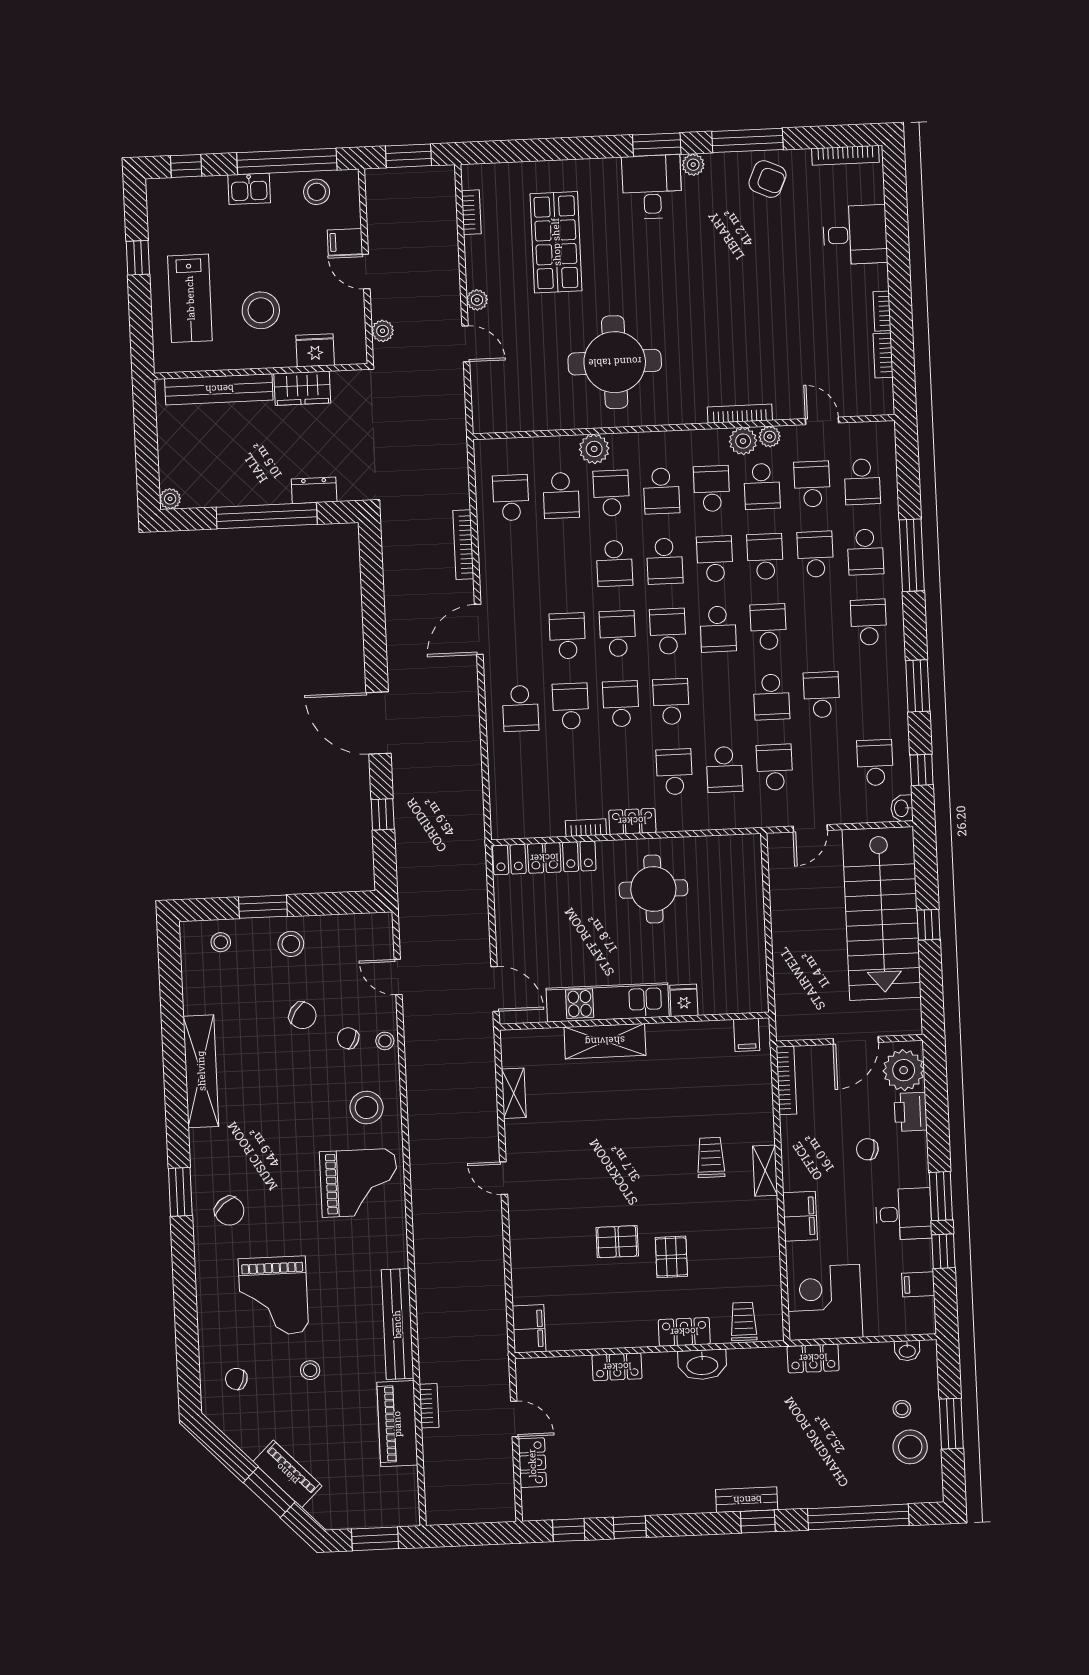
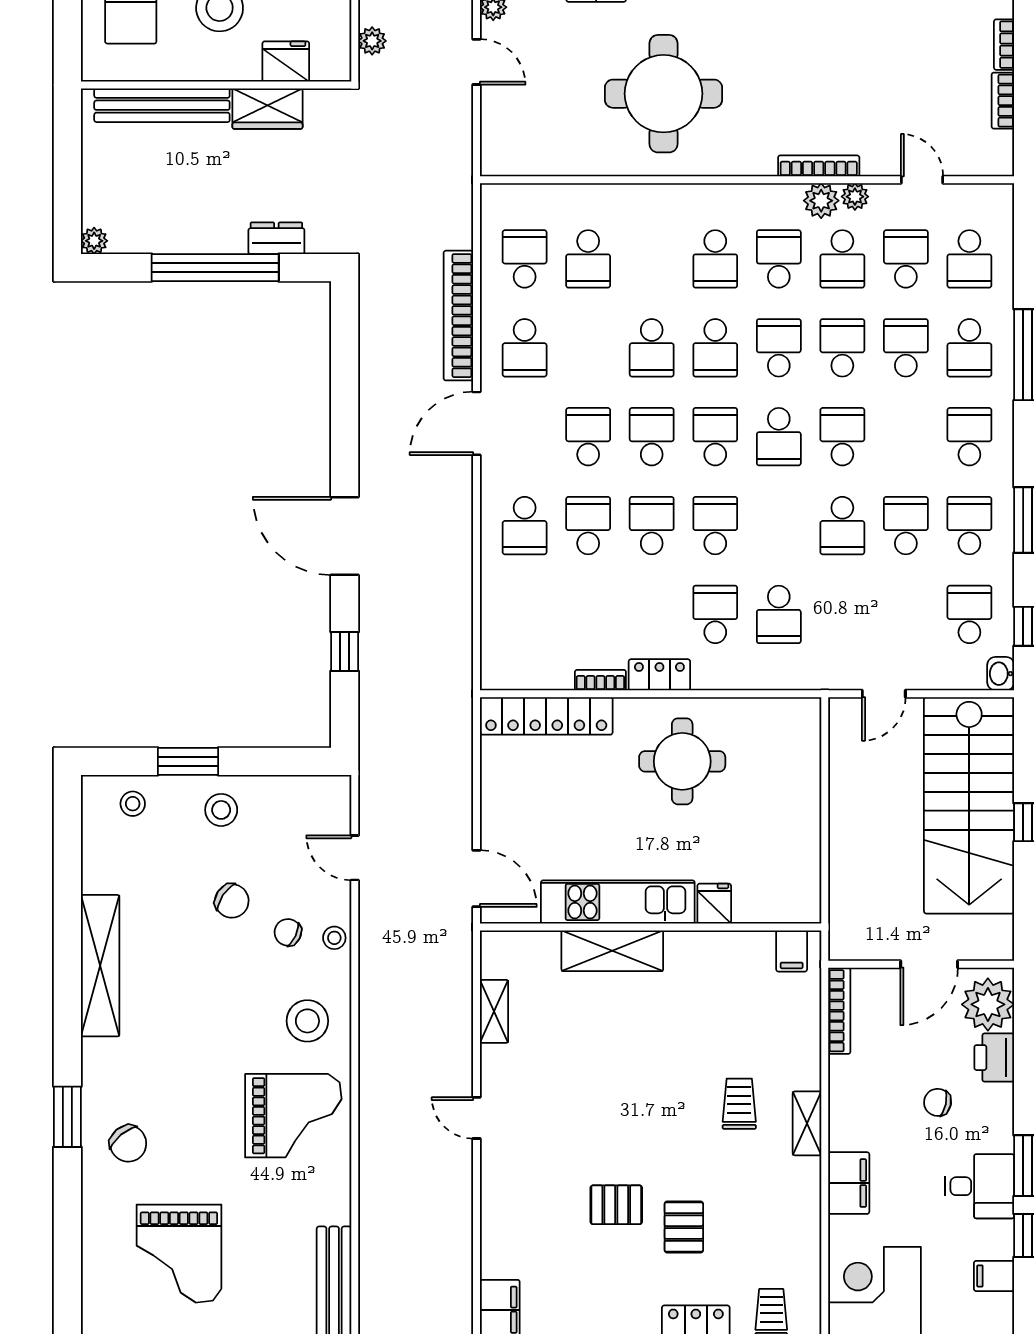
plant: (594, 449) -> (633, 202), removed
school desk: (611, 493) -> (525, 348), moved, turned 180
bookcase: (463, 545) -> (458, 316), width x1.48, depth x1.31
school desk: (775, 767) -> (969, 526), moved

